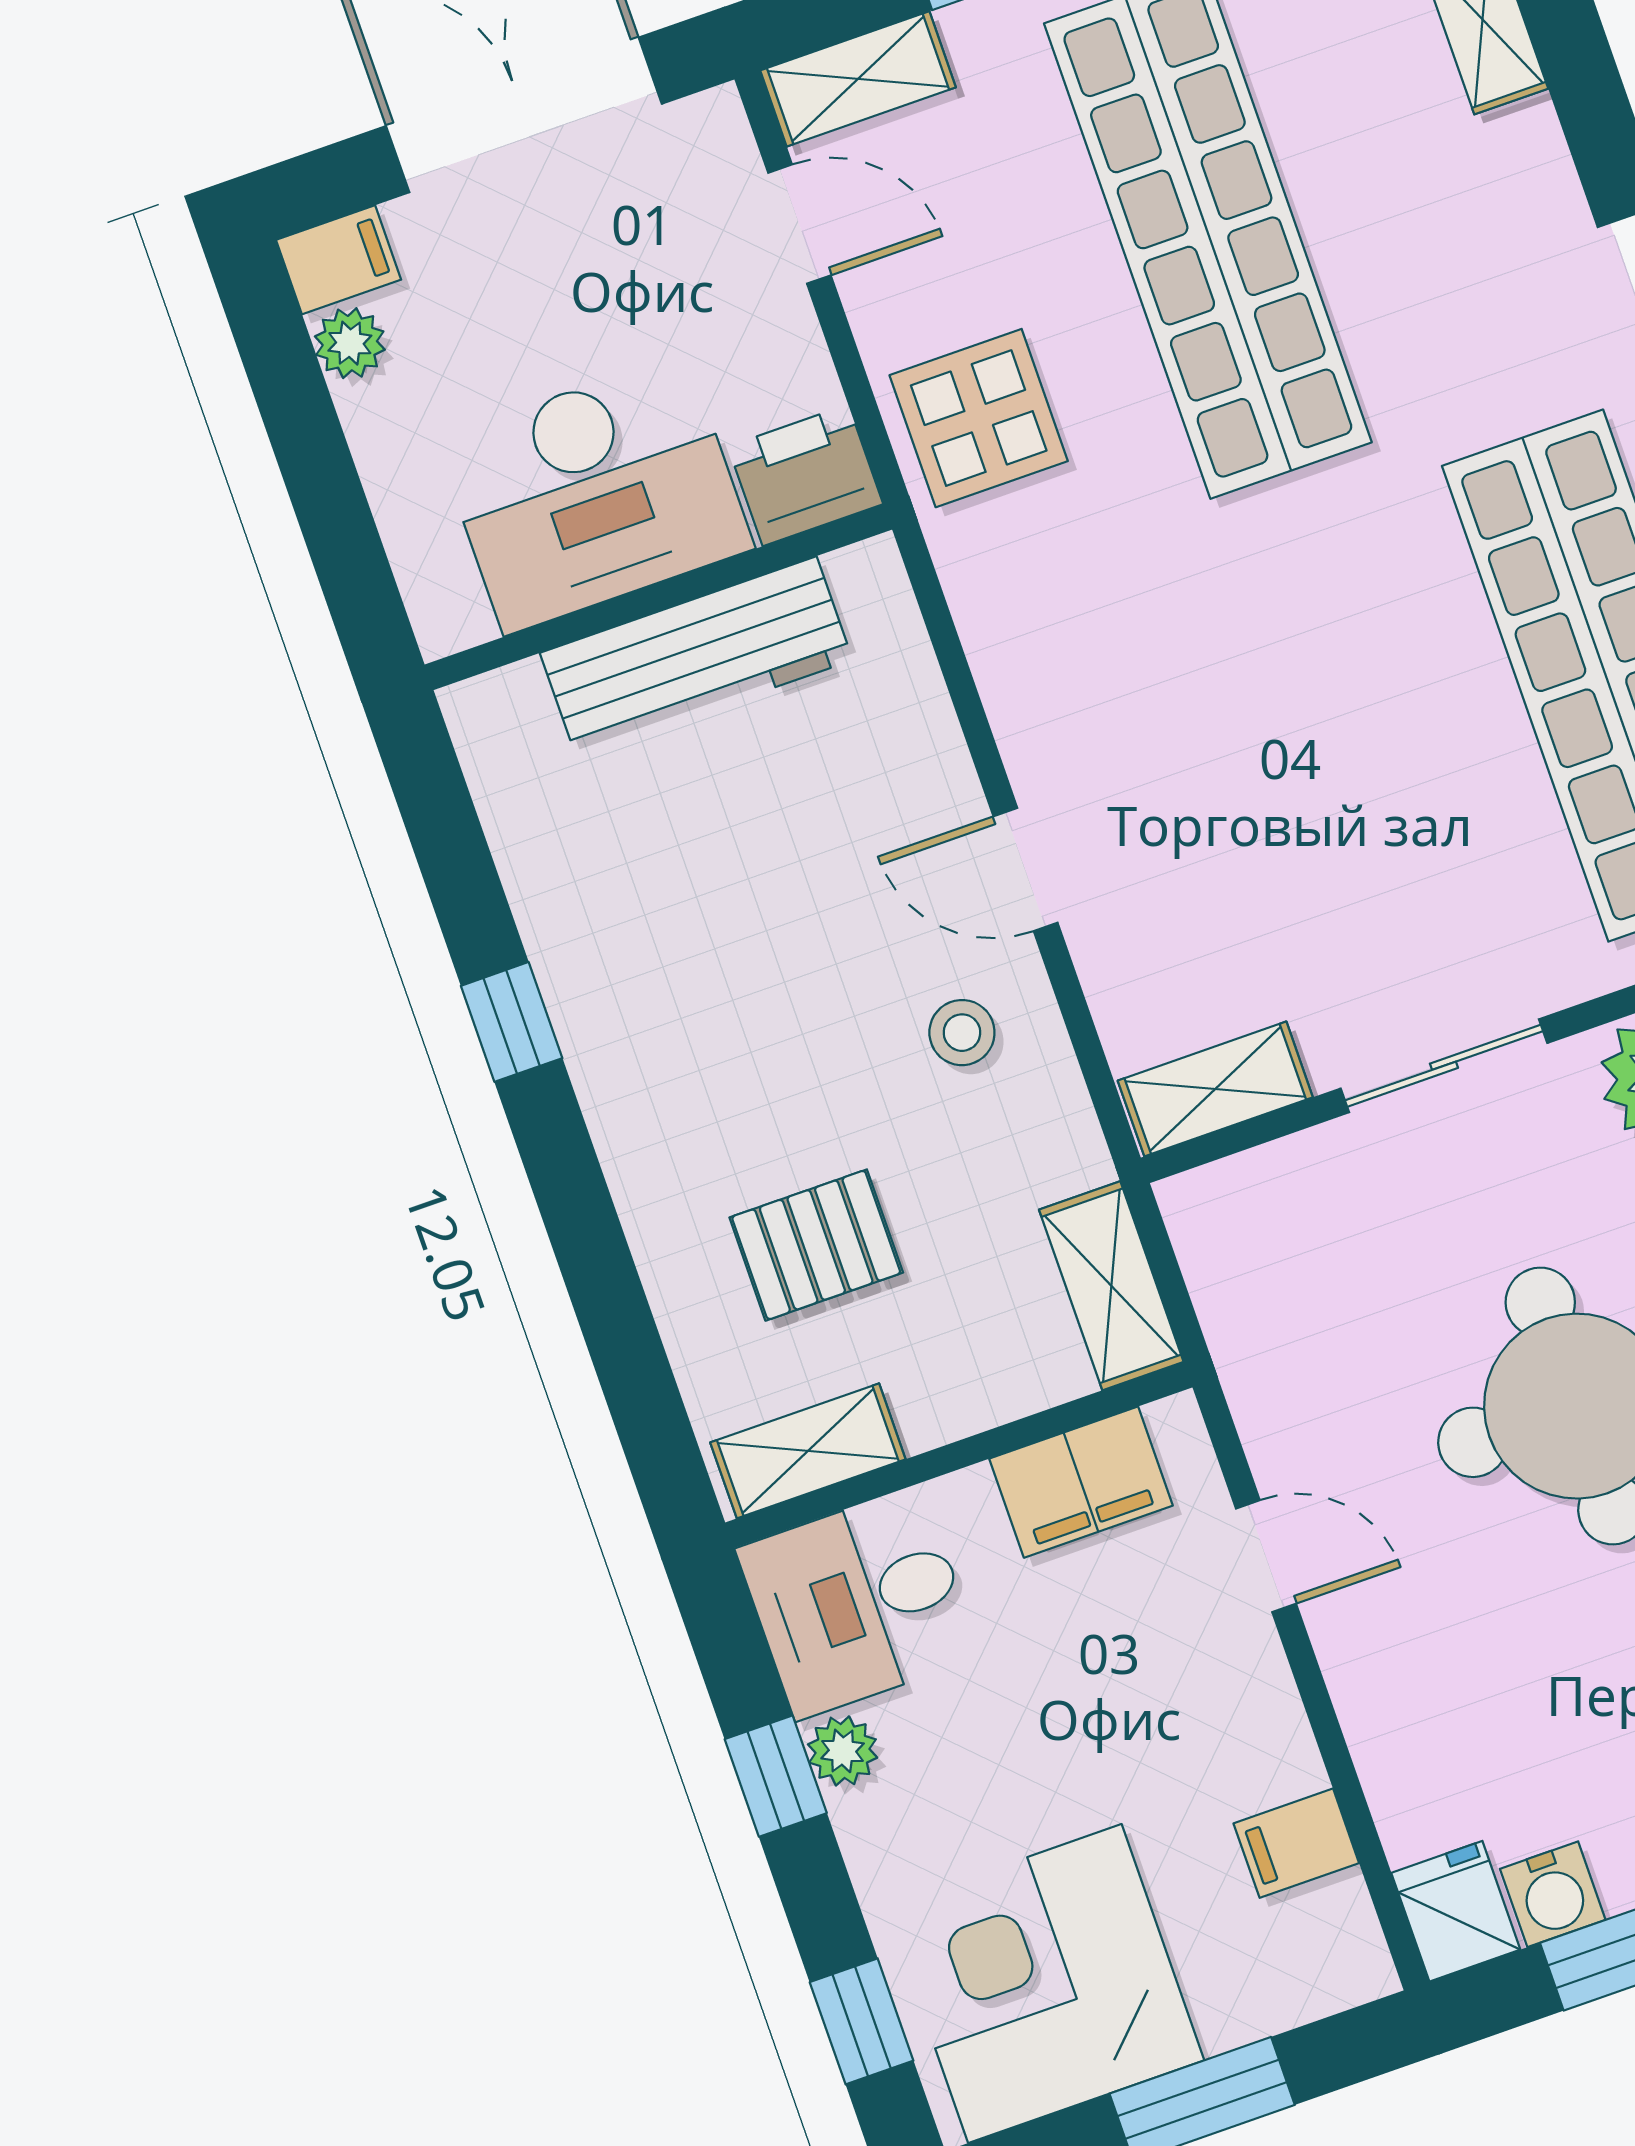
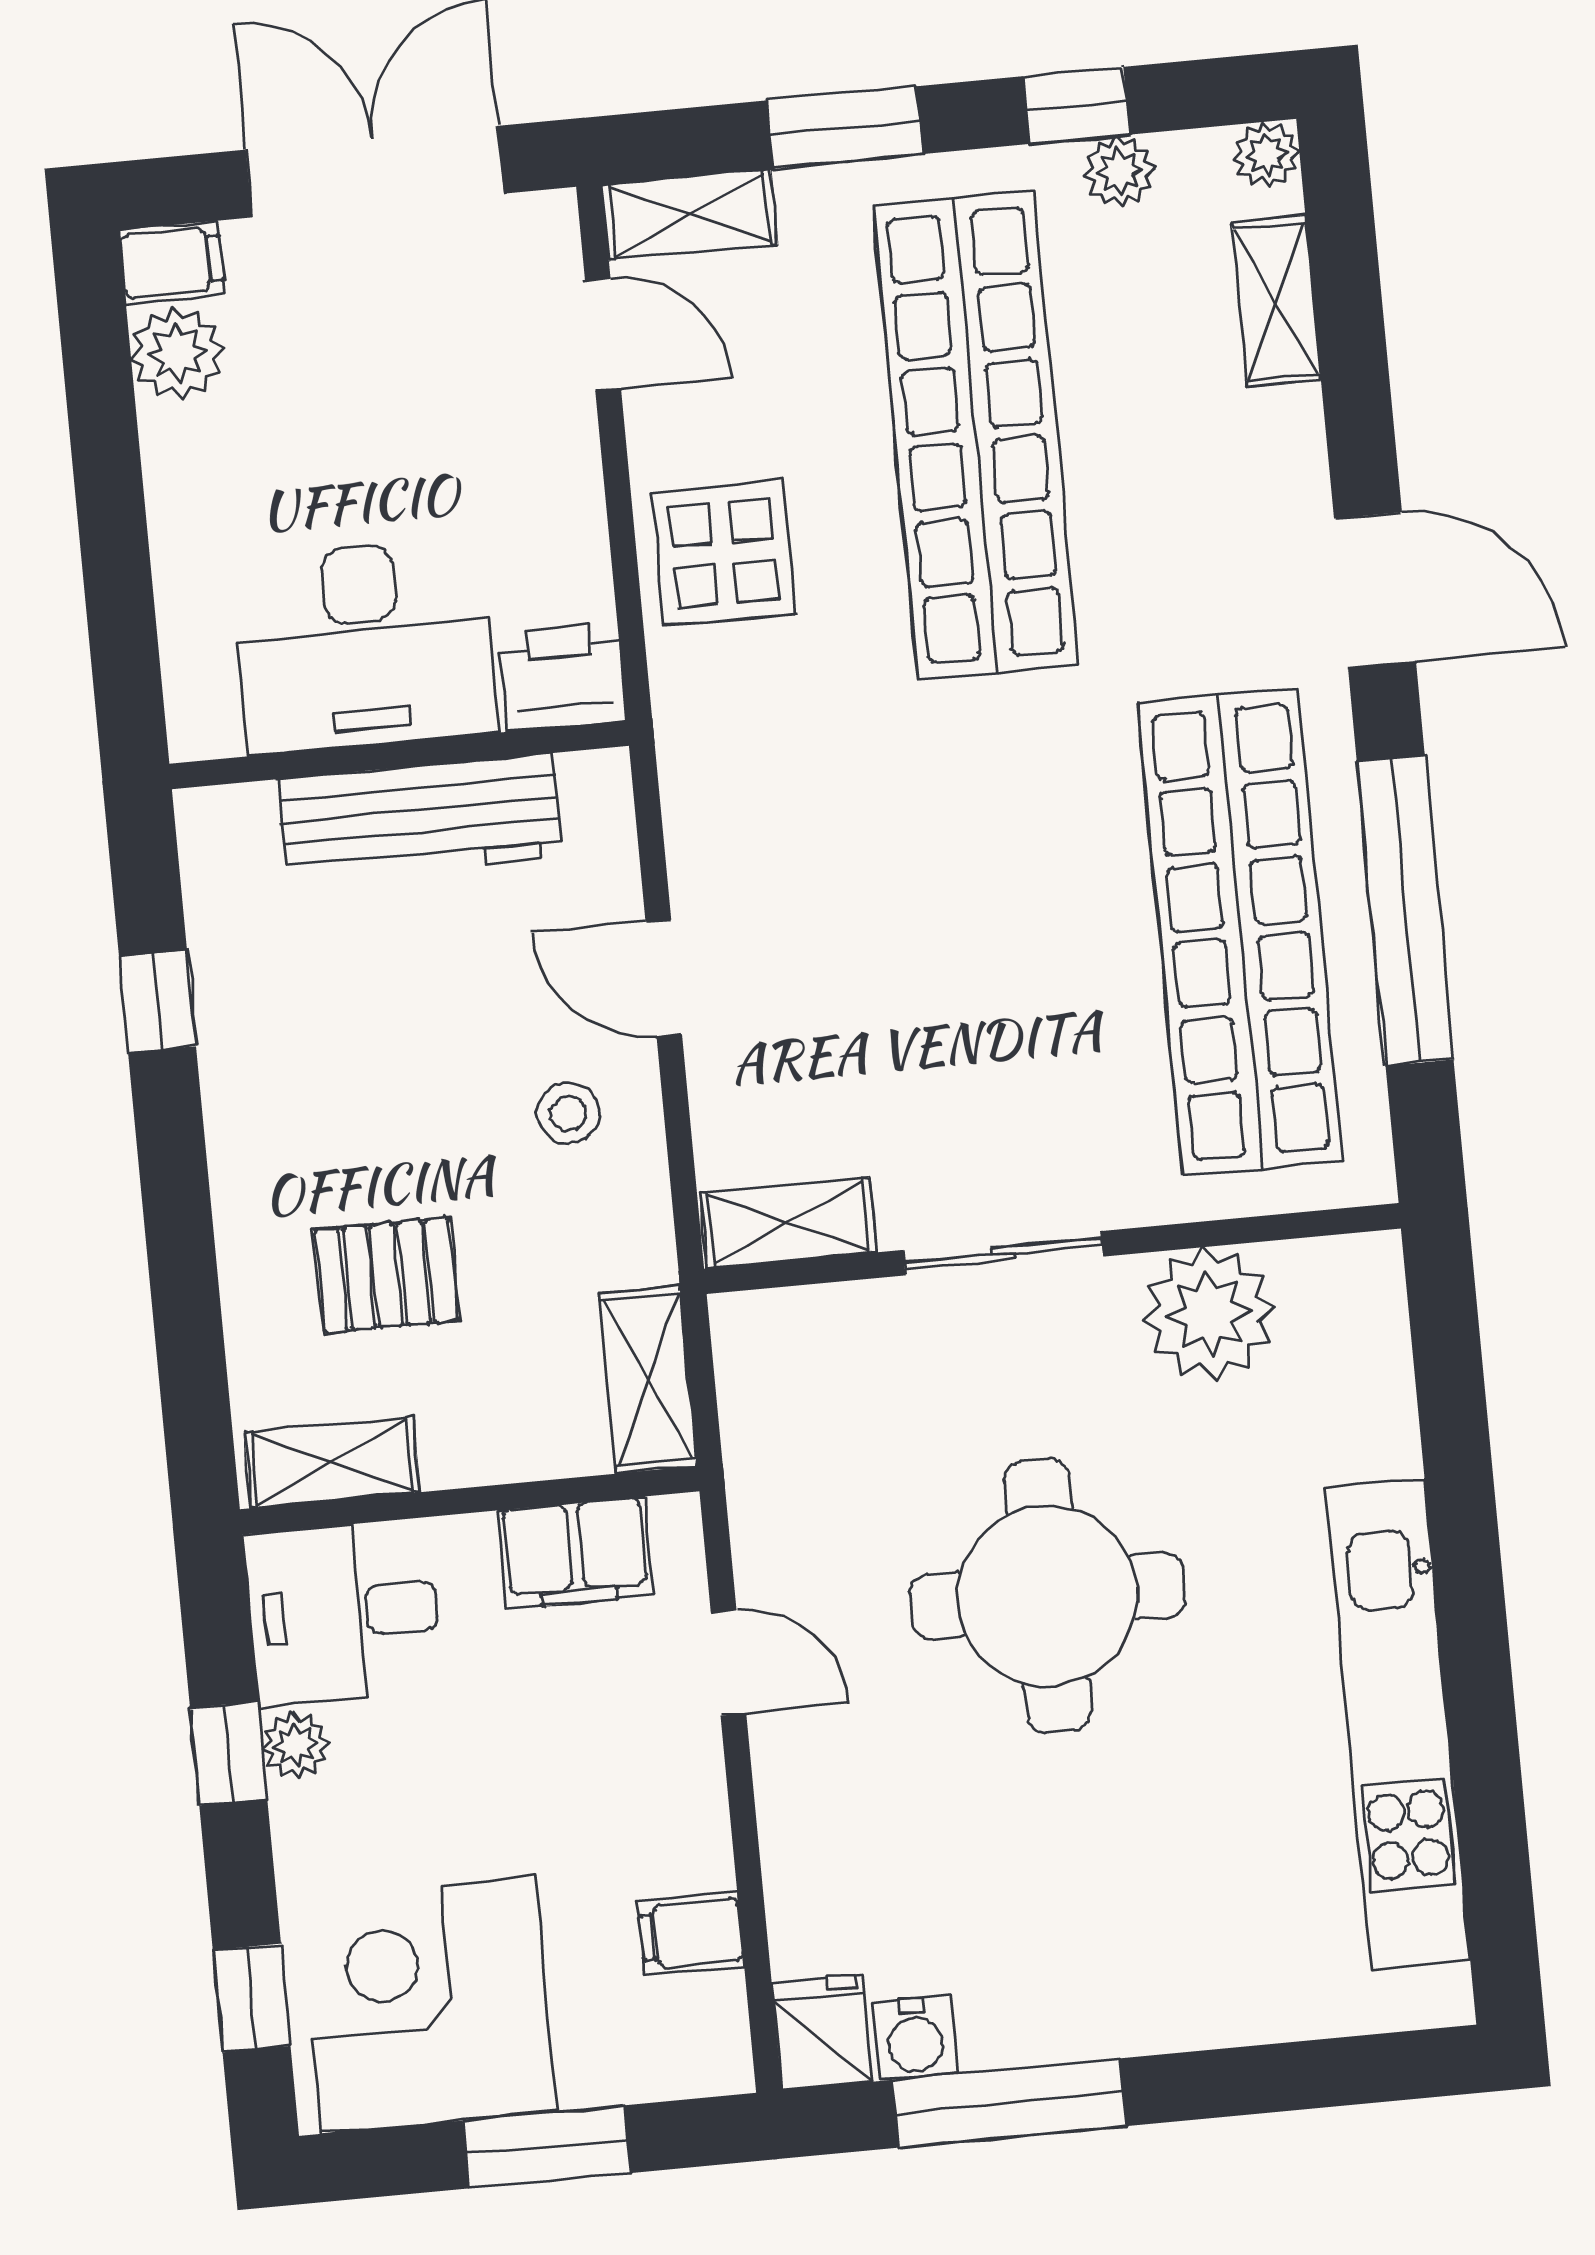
plant: (350, 343) -> (177, 353), width x1.38, depth x1.38
printer: (805, 475) -> (562, 676), moved
desk: (595, 494) -> (364, 646), moved
wall: (658, 597) -> (399, 755), moved
workbench: (696, 657) -> (420, 818), moved

